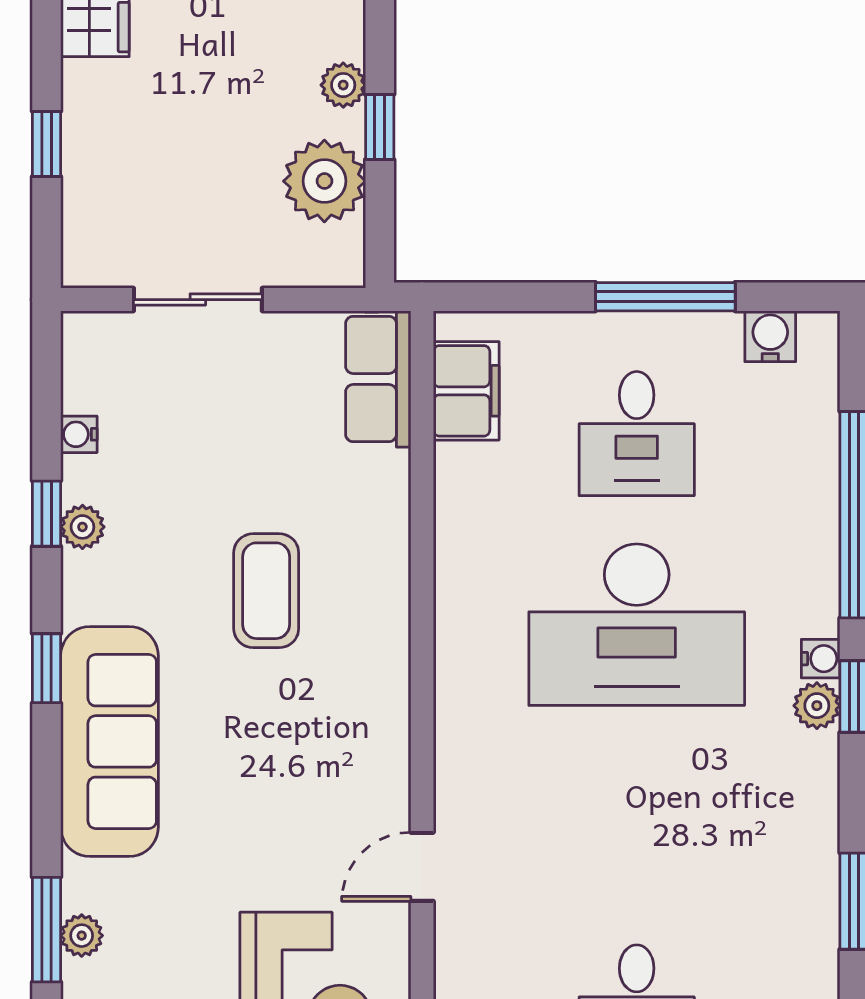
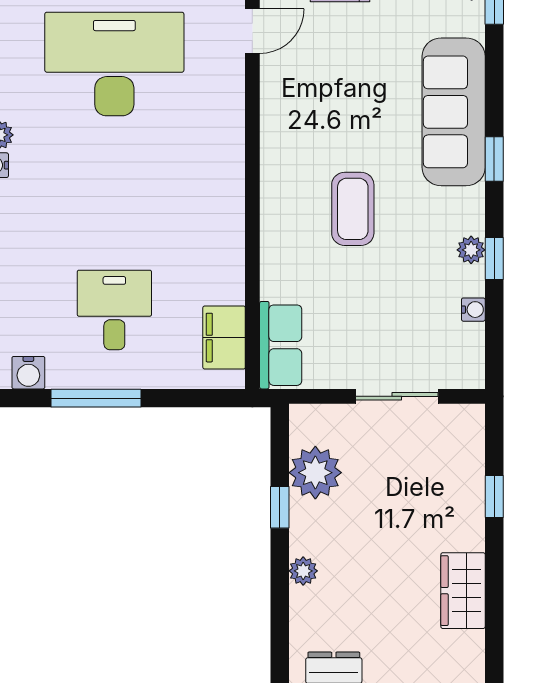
plant: (343, 85) -> (303, 571), moved
desk: (637, 625) -> (114, 64), moved

